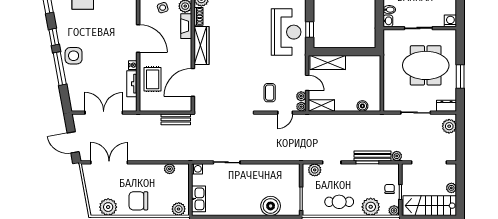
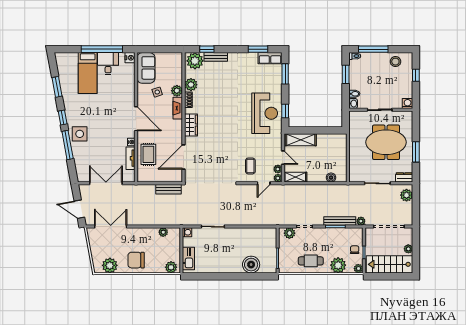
wardrobe: (202, 46) -> (191, 125), width x0.67

